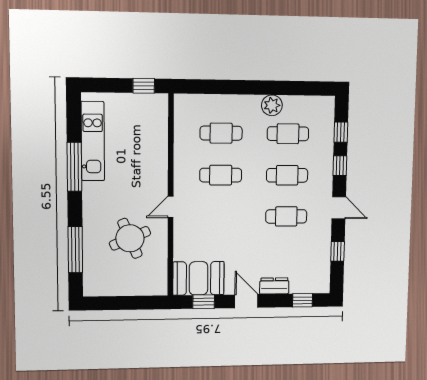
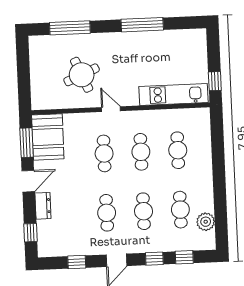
plant: (272, 105) -> (206, 222), moved
kitchen unit: (93, 141) -> (174, 94), moved, turned 180
cafe table: (220, 217) -> (104, 153), added
window: (204, 302) -> (27, 143), width x1.50

